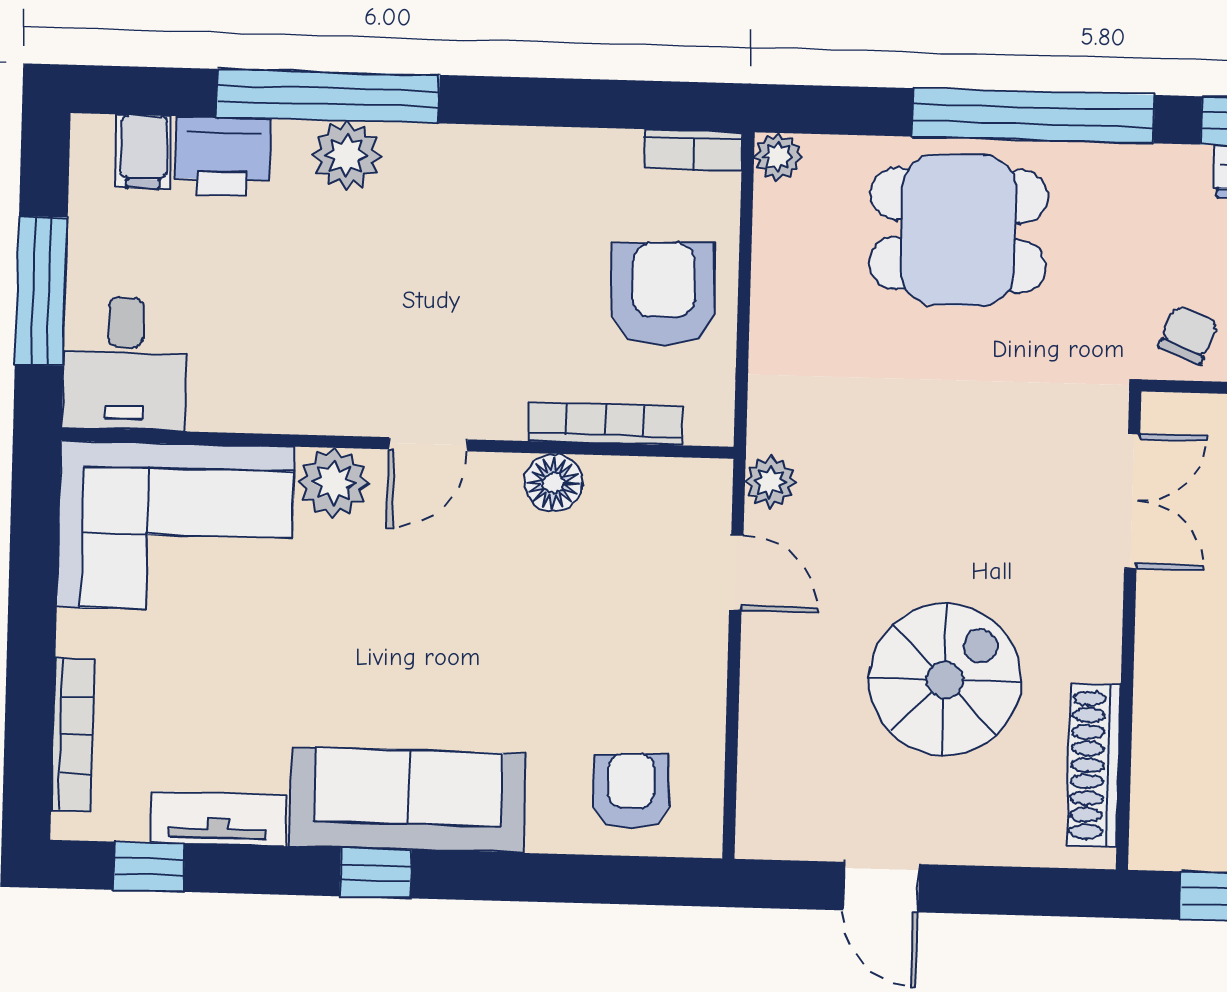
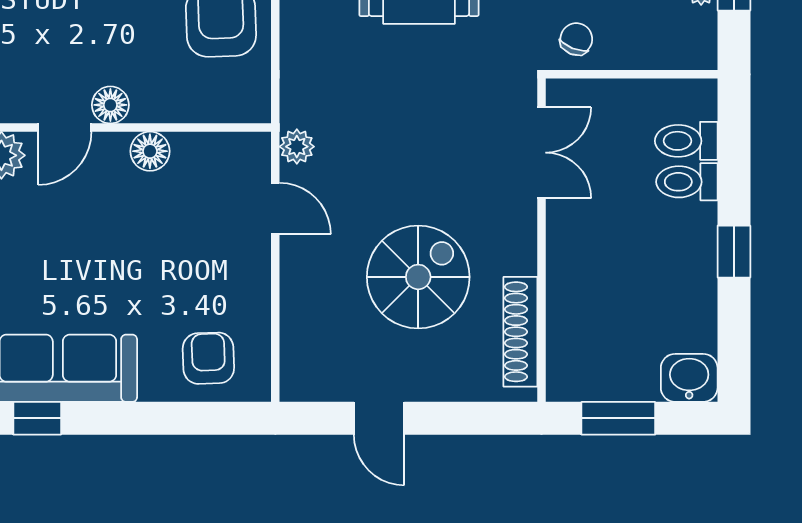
floor lamp: (497, 413) -> (110, 105), added
bookcase: (605, 424) -> (184, 110), removed

